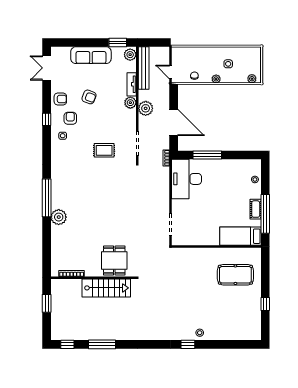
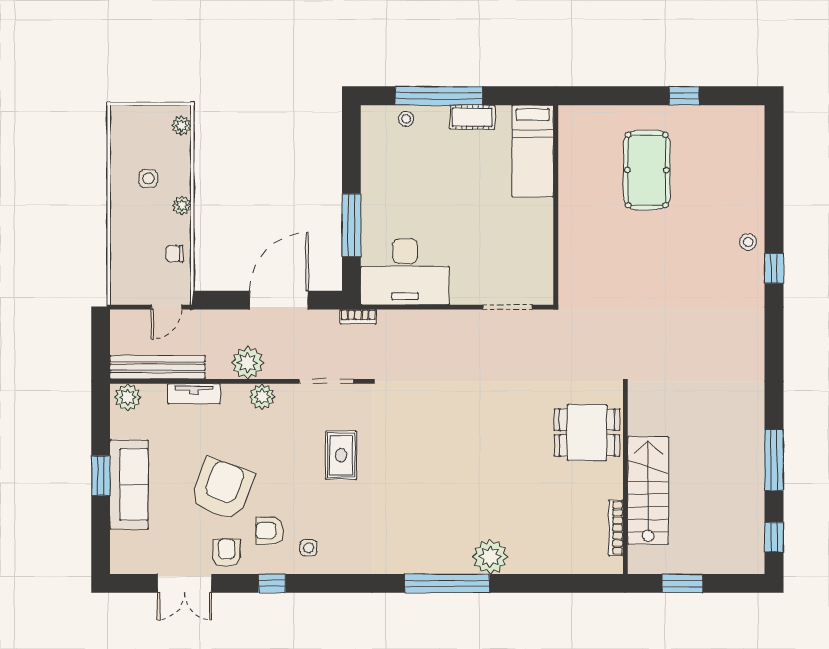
window: (118, 42) -> (101, 476), moved
double door: (47, 68) -> (184, 583), moved
armchair: (89, 97) -> (222, 489), width x1.88, depth x1.88
plant: (130, 103) -> (262, 397), moved
window: (265, 214) -> (439, 96), moved
pool table: (235, 275) -> (647, 170), moved
stairs: (106, 288) -> (648, 490), moved

